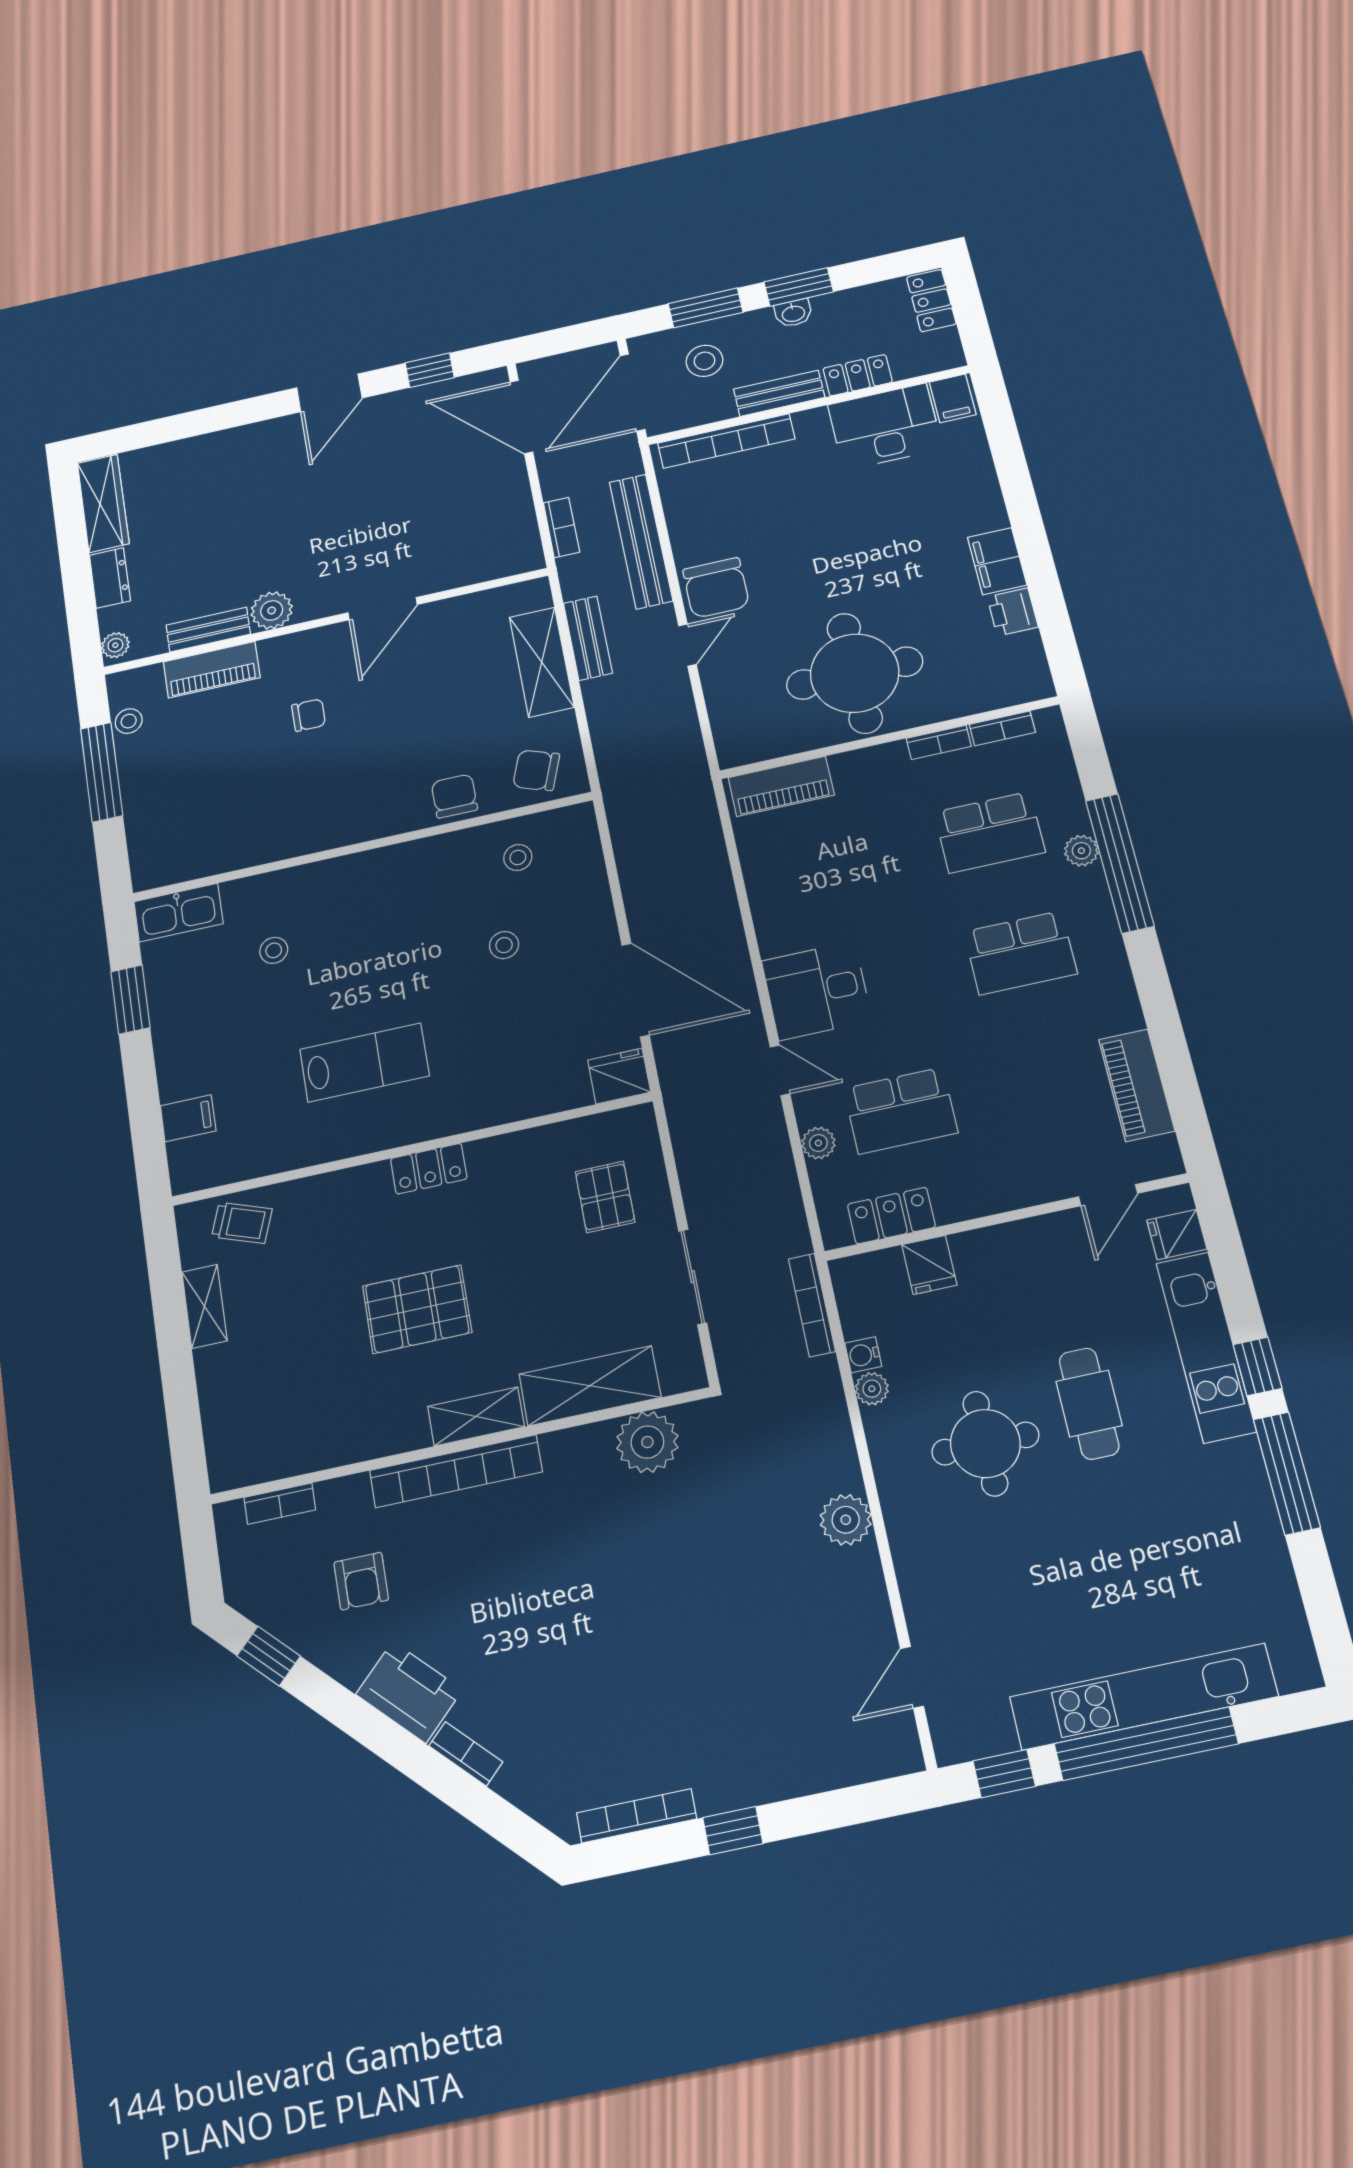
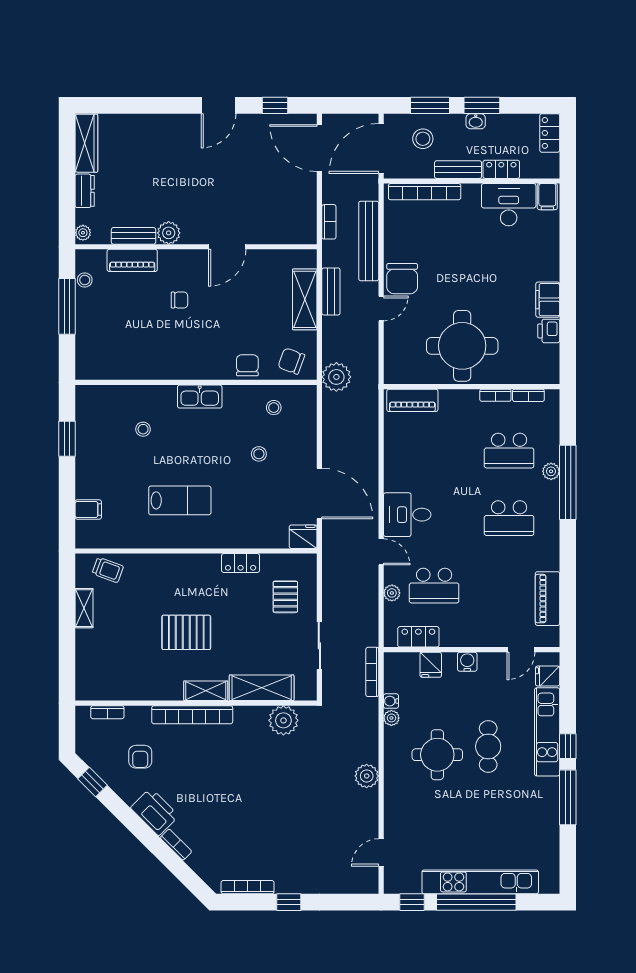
plant: (627, 778) -> (336, 377), added
kitchen sink: (178, 913) -> (200, 397), moved
locker: (429, 1169) -> (241, 563), moved
water cooler: (1003, 1243) -> (467, 662), added

